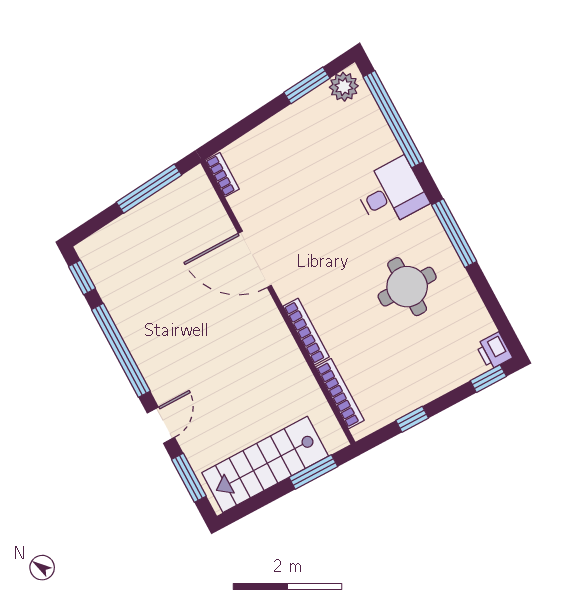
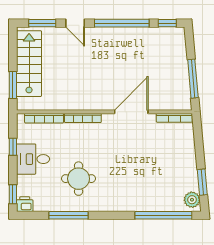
bookcase: (222, 175) -> (174, 118), width x1.56
desk: (391, 193) -> (33, 159), moved, turned 90
window: (454, 233) -> (69, 215), moved

